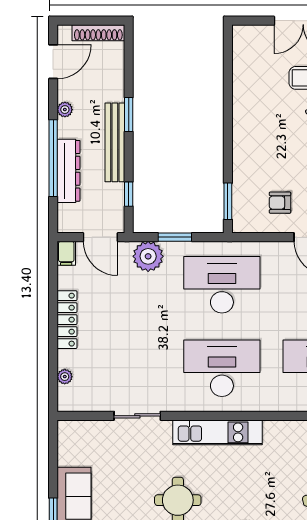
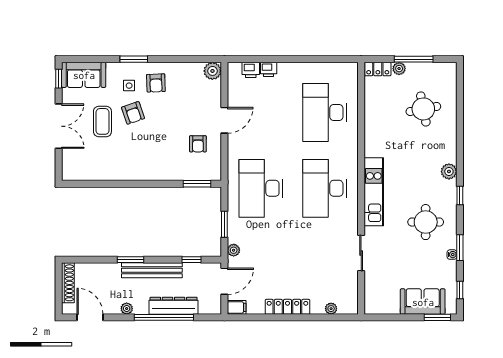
plant: (148, 256) -> (234, 250), width x0.53, depth x0.53

